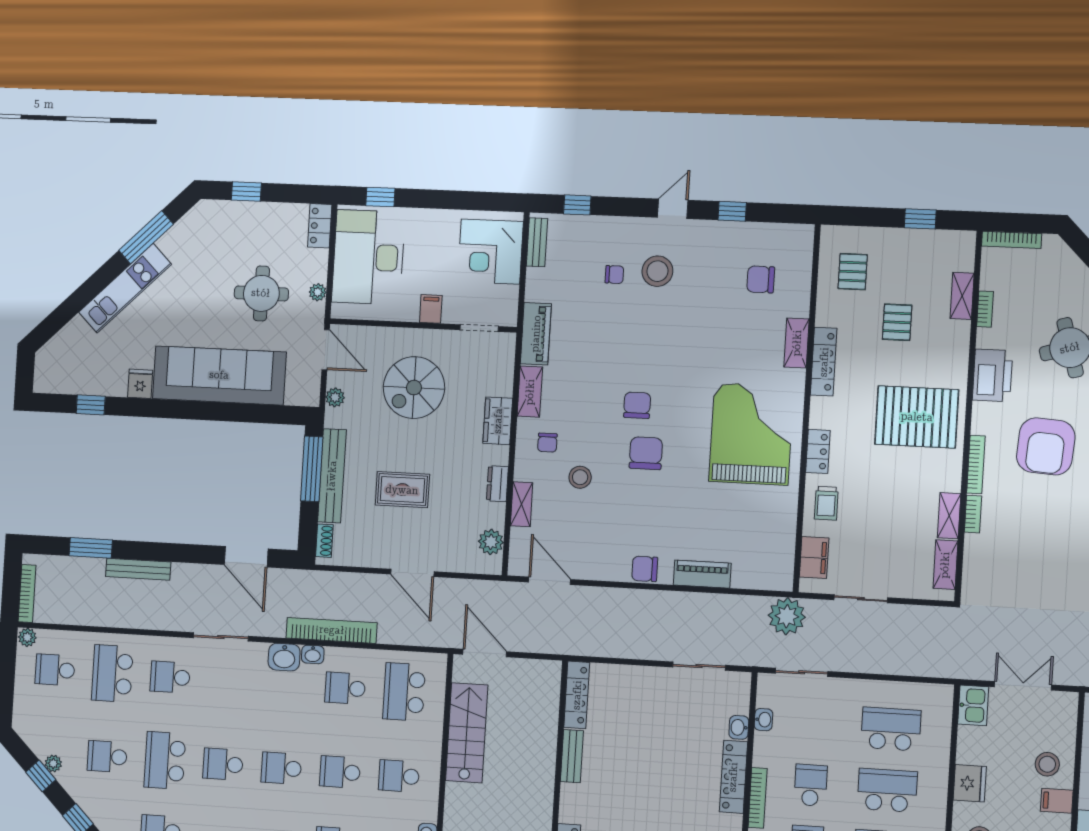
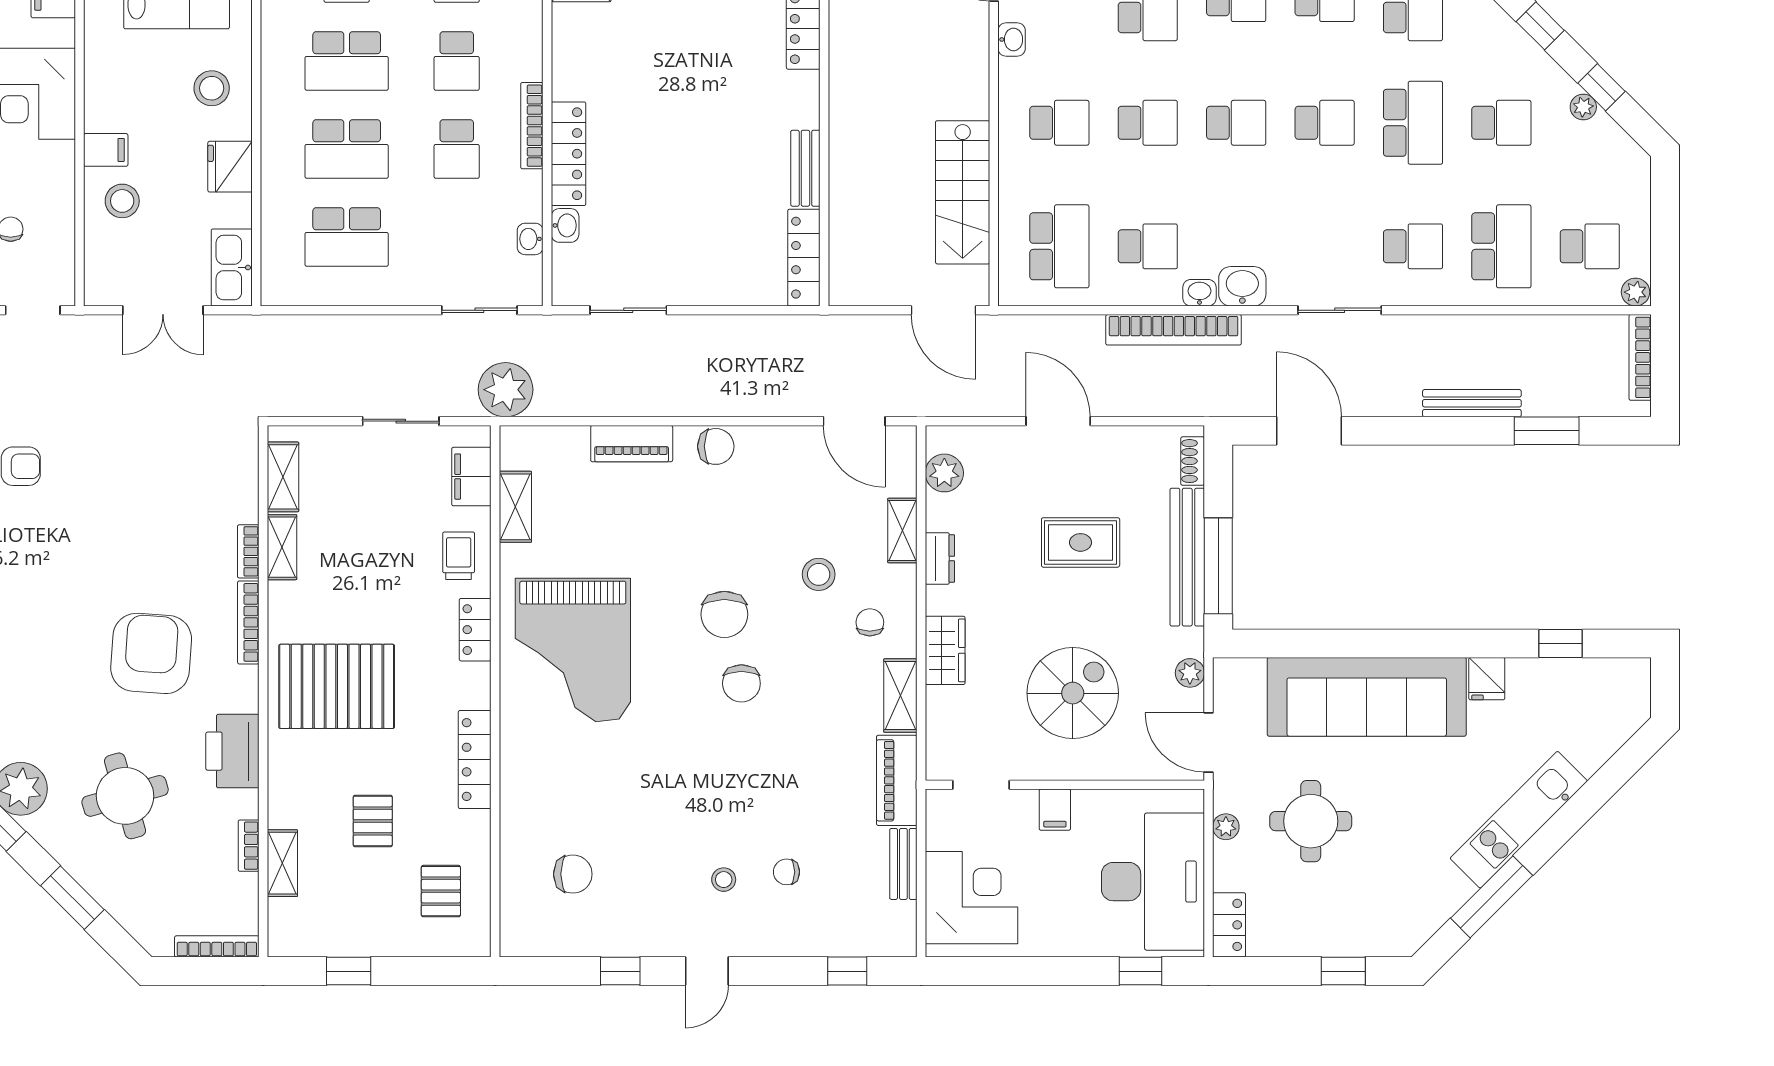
bench: (537, 242) -> (903, 864), moved
stool: (657, 271) -> (724, 880), width x0.53, depth x0.53
shelving: (797, 343) -> (515, 507), moved
kitchen sink: (973, 705) -> (232, 268), width x1.38

